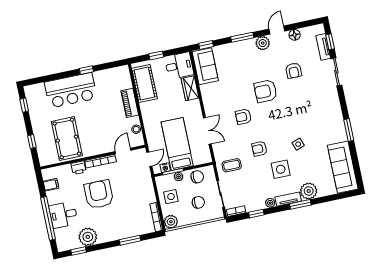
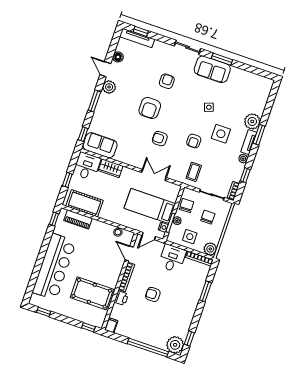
tv unit: (323, 47) -> (137, 38), width x1.41
window: (86, 70) -> (54, 219), moved
armchair: (294, 71) -> (167, 81), moved, turned -90
sliding door: (336, 72) -> (188, 47), moved
bar counter: (71, 90) -> (54, 267), width x1.36
piano: (130, 103) -> (78, 219), moved
armchair: (243, 117) -> (160, 139), turned 90
window: (32, 142) -> (88, 327), moved
door: (149, 159) -> (149, 236), swing flipped
sofa: (343, 167) -> (212, 69), moved, width x0.73
filing cabinet: (51, 185) -> (111, 325), moved
armchair: (99, 194) -> (153, 294), width x0.53, depth x0.53
desk: (63, 215) -> (172, 258), moved, turned 180
plant: (88, 237) -> (175, 345), moved

